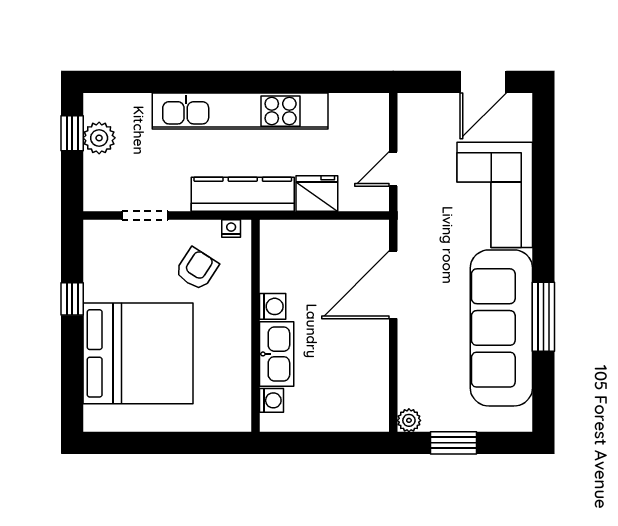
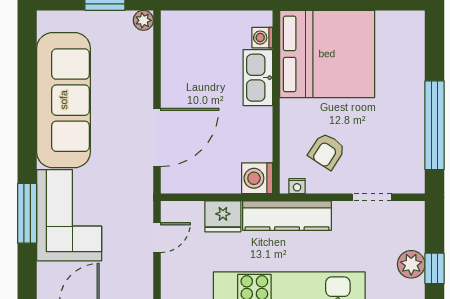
window: (72, 299) -> (435, 125), width x3.17
washing machine: (273, 306) -> (257, 178), moved, width x1.38, depth x1.38
window: (543, 317) -> (27, 213), moved
bed: (138, 353) -> (327, 54), moved, turned 180

